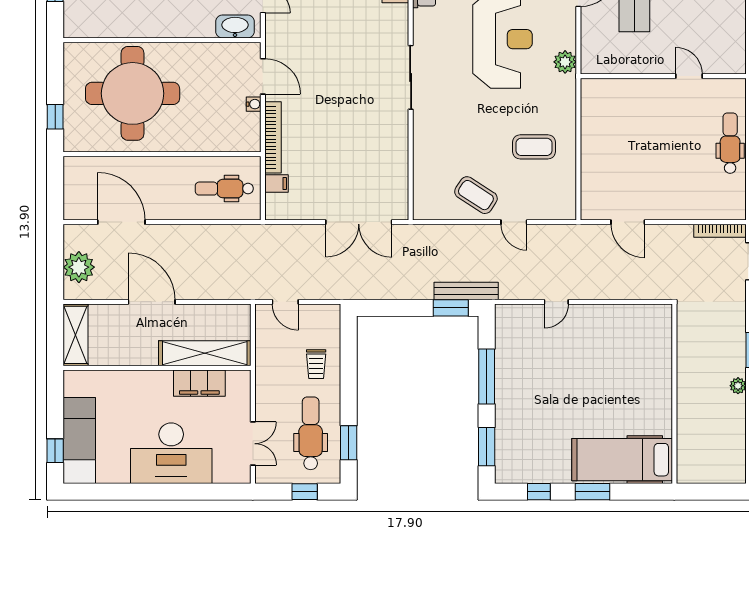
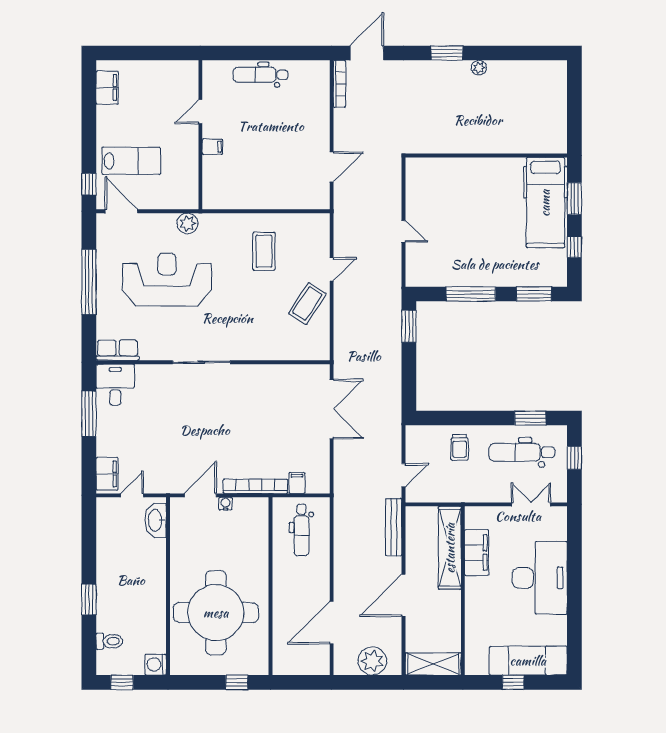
washing machine: (75, 27) -> (156, 665), added
filing cabinet: (650, 90) -> (212, 147), added
bench: (466, 291) -> (394, 527), moved
trolley: (316, 364) -> (460, 447), turned 90
wall: (674, 394) -> (486, 156), moved
window: (55, 451) -> (513, 682), moved
hospital bed: (622, 460) -> (545, 203), moved

